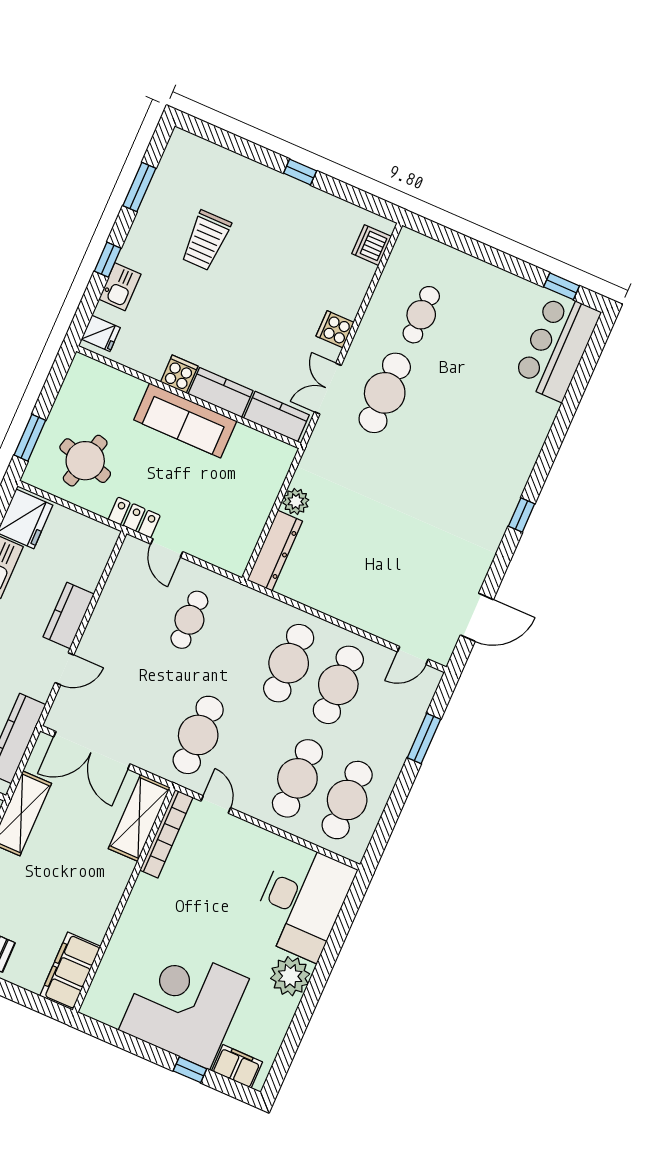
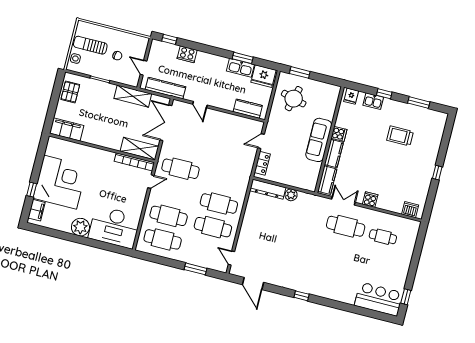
locker: (134, 517) -> (262, 163), moved
kitchen counter: (69, 616) -> (248, 109), moved
cafe table: (189, 620) -> (231, 156), removed

